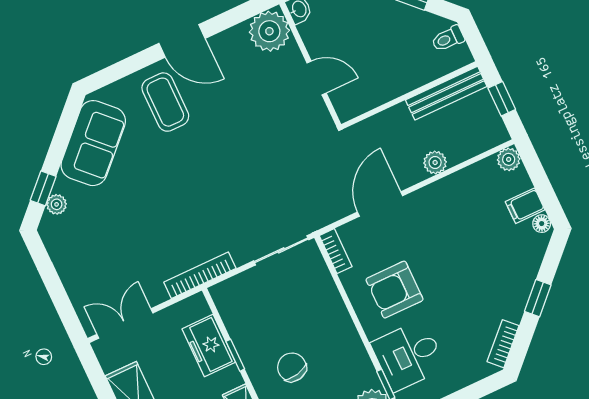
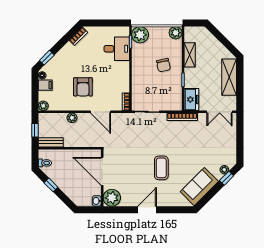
door: (182, 41) -> (147, 210), hinge flipped
door: (317, 78) -> (102, 171), width x1.88
bench: (446, 93) -> (51, 142), width x0.73
coffee table: (165, 102) -> (161, 168), moved
door: (380, 204) -> (100, 112), hinge flipped
armchair: (395, 290) -> (83, 87), moved, turned 90
window: (538, 298) -> (47, 58), moved
freezer: (209, 345) -> (191, 99), moved

